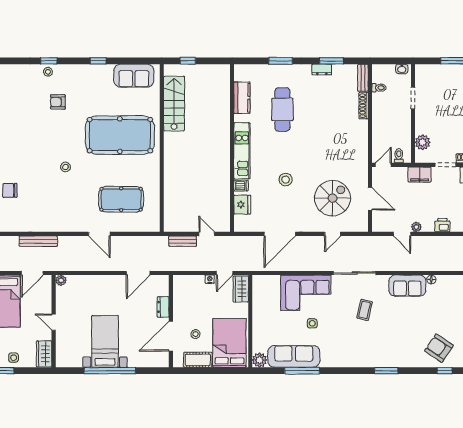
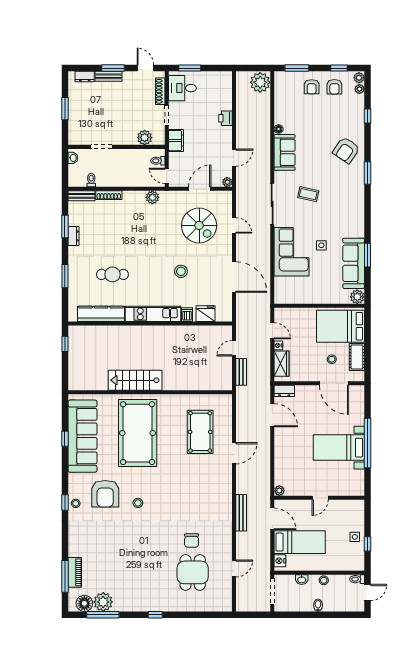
window: (98, 61) -> (65, 439), moved
window: (188, 61) -> (65, 344), moved
sofa: (134, 76) -> (83, 436), width x1.85, depth x1.27
kitchen counter: (242, 98) -> (101, 314), width x1.50
armchair: (58, 102) -> (105, 494), width x1.88, depth x1.88
stairs: (174, 104) -> (135, 380), moved
cafe table: (282, 109) -> (112, 274), width x0.73, depth x0.74
plant: (361, 150) -> (152, 197), added
stool: (65, 167) -> (138, 503), moved
spiral stairs: (332, 198) -> (199, 225), turned 180
plant: (416, 227) -> (227, 182), moved
wardrobe: (241, 289) -> (282, 364), moved, turned -90
dresser: (163, 307) -> (284, 391), moved
armchair: (439, 348) -> (346, 150), moved
wardrobe: (44, 354) -> (351, 507), removed
window: (302, 371) -> (368, 255), width x0.69

